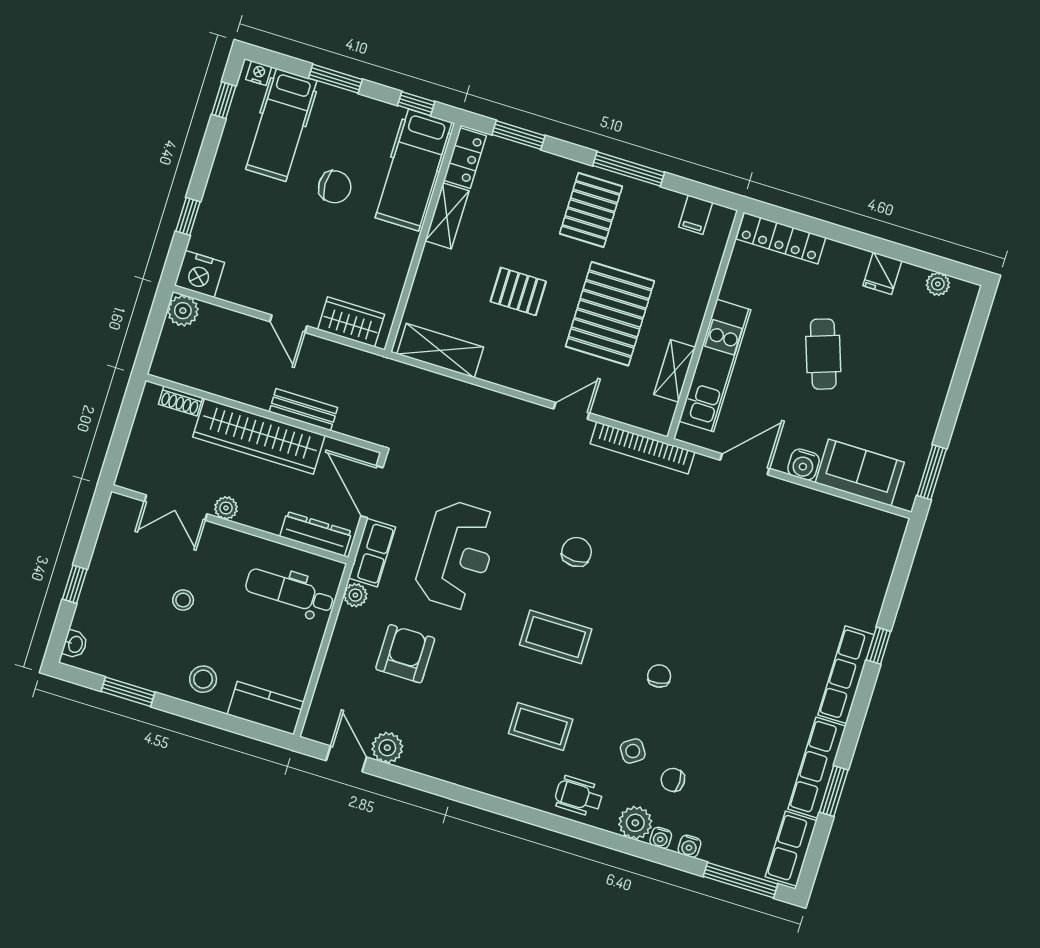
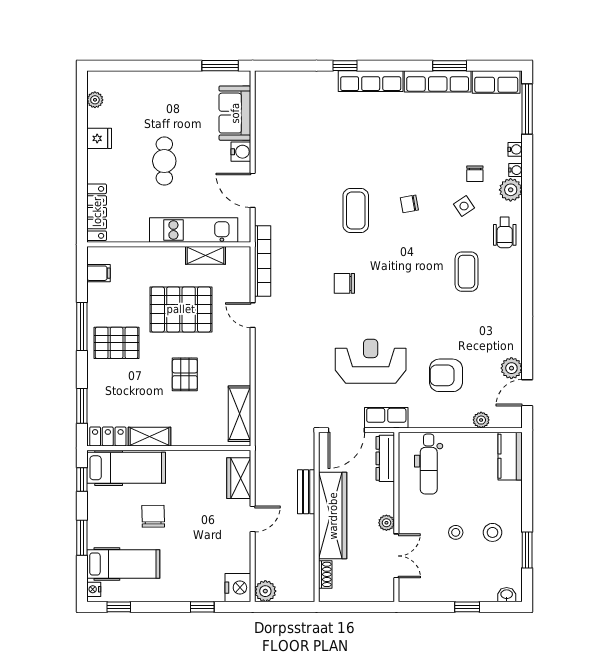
cafe table: (823, 354) -> (164, 161), turned -71
plant: (355, 595) -> (481, 420), moved
coffee table: (556, 637) -> (356, 210), moved
stool: (203, 679) -> (493, 532), moved

